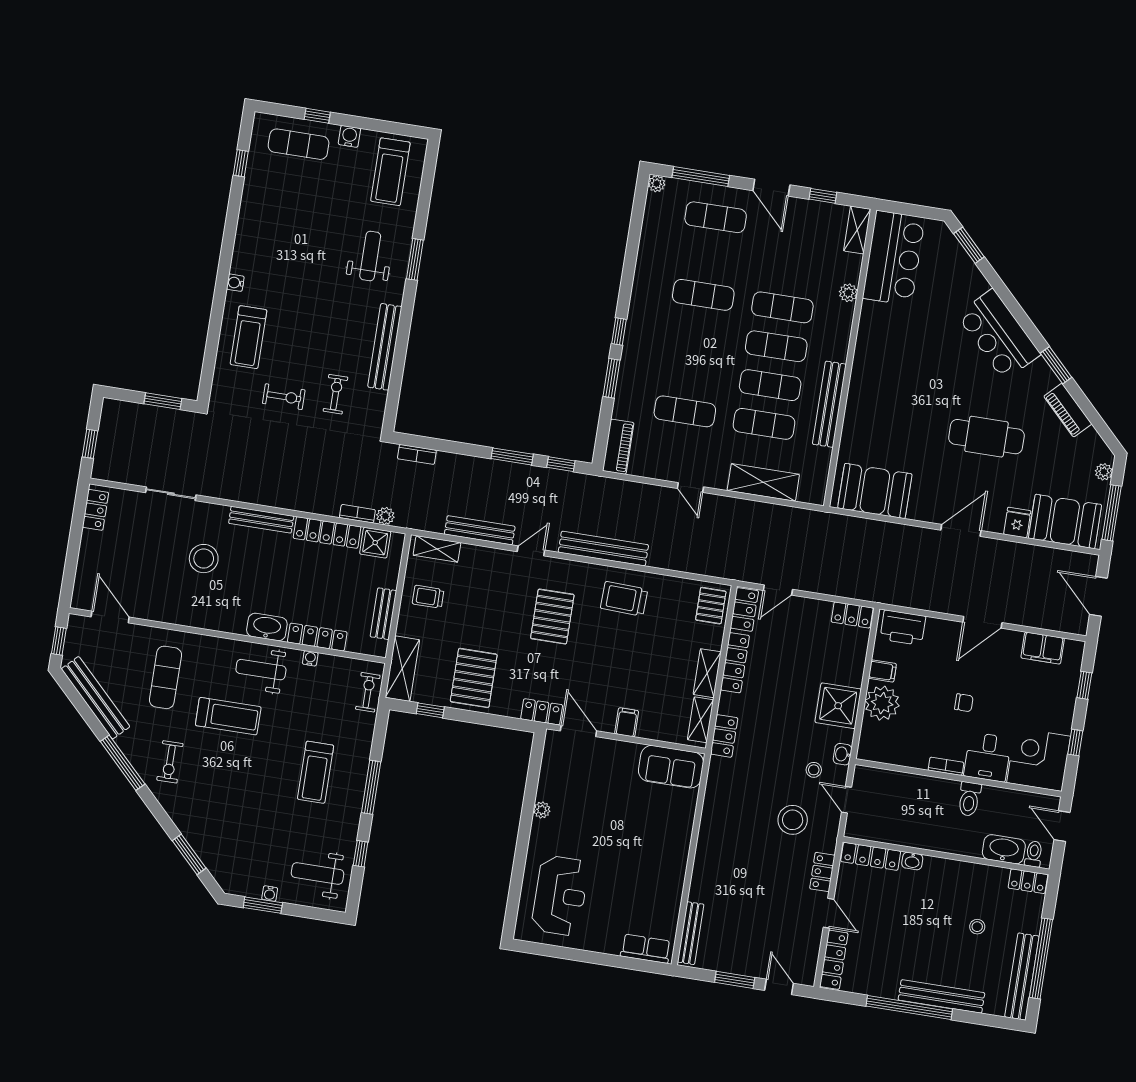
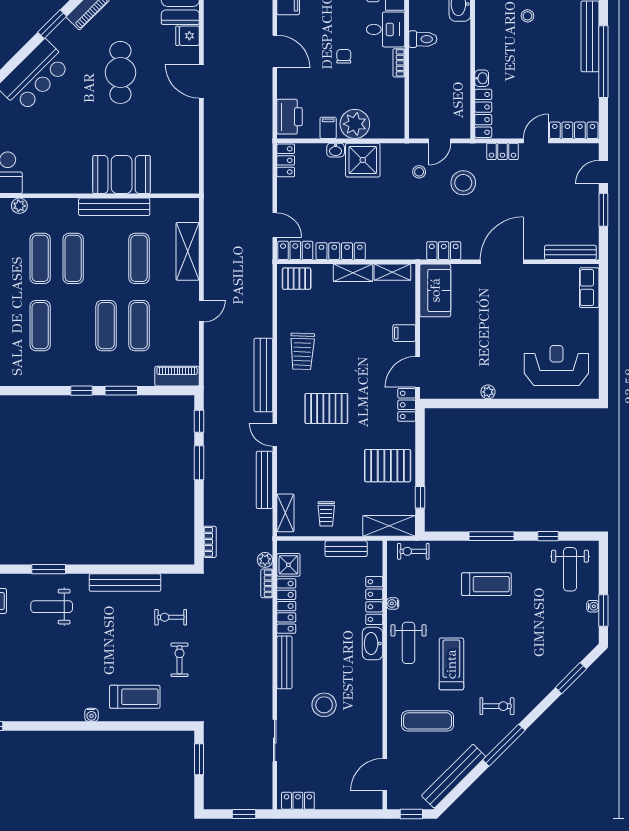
exercise mat: (770, 385) -> (106, 326), moved
booth: (875, 491) -> (122, 174), moved, turned 90
locker: (724, 736) -> (444, 251), moved
washbasin: (842, 754) -> (336, 150), moved
door: (692, 850) -> (502, 262), added

